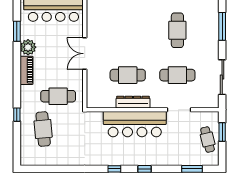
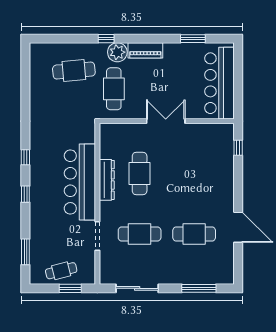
plant: (28, 47) -> (117, 52), moved
cafe table: (177, 75) -> (140, 234), turned 90
window: (17, 115) -> (106, 39), moved

